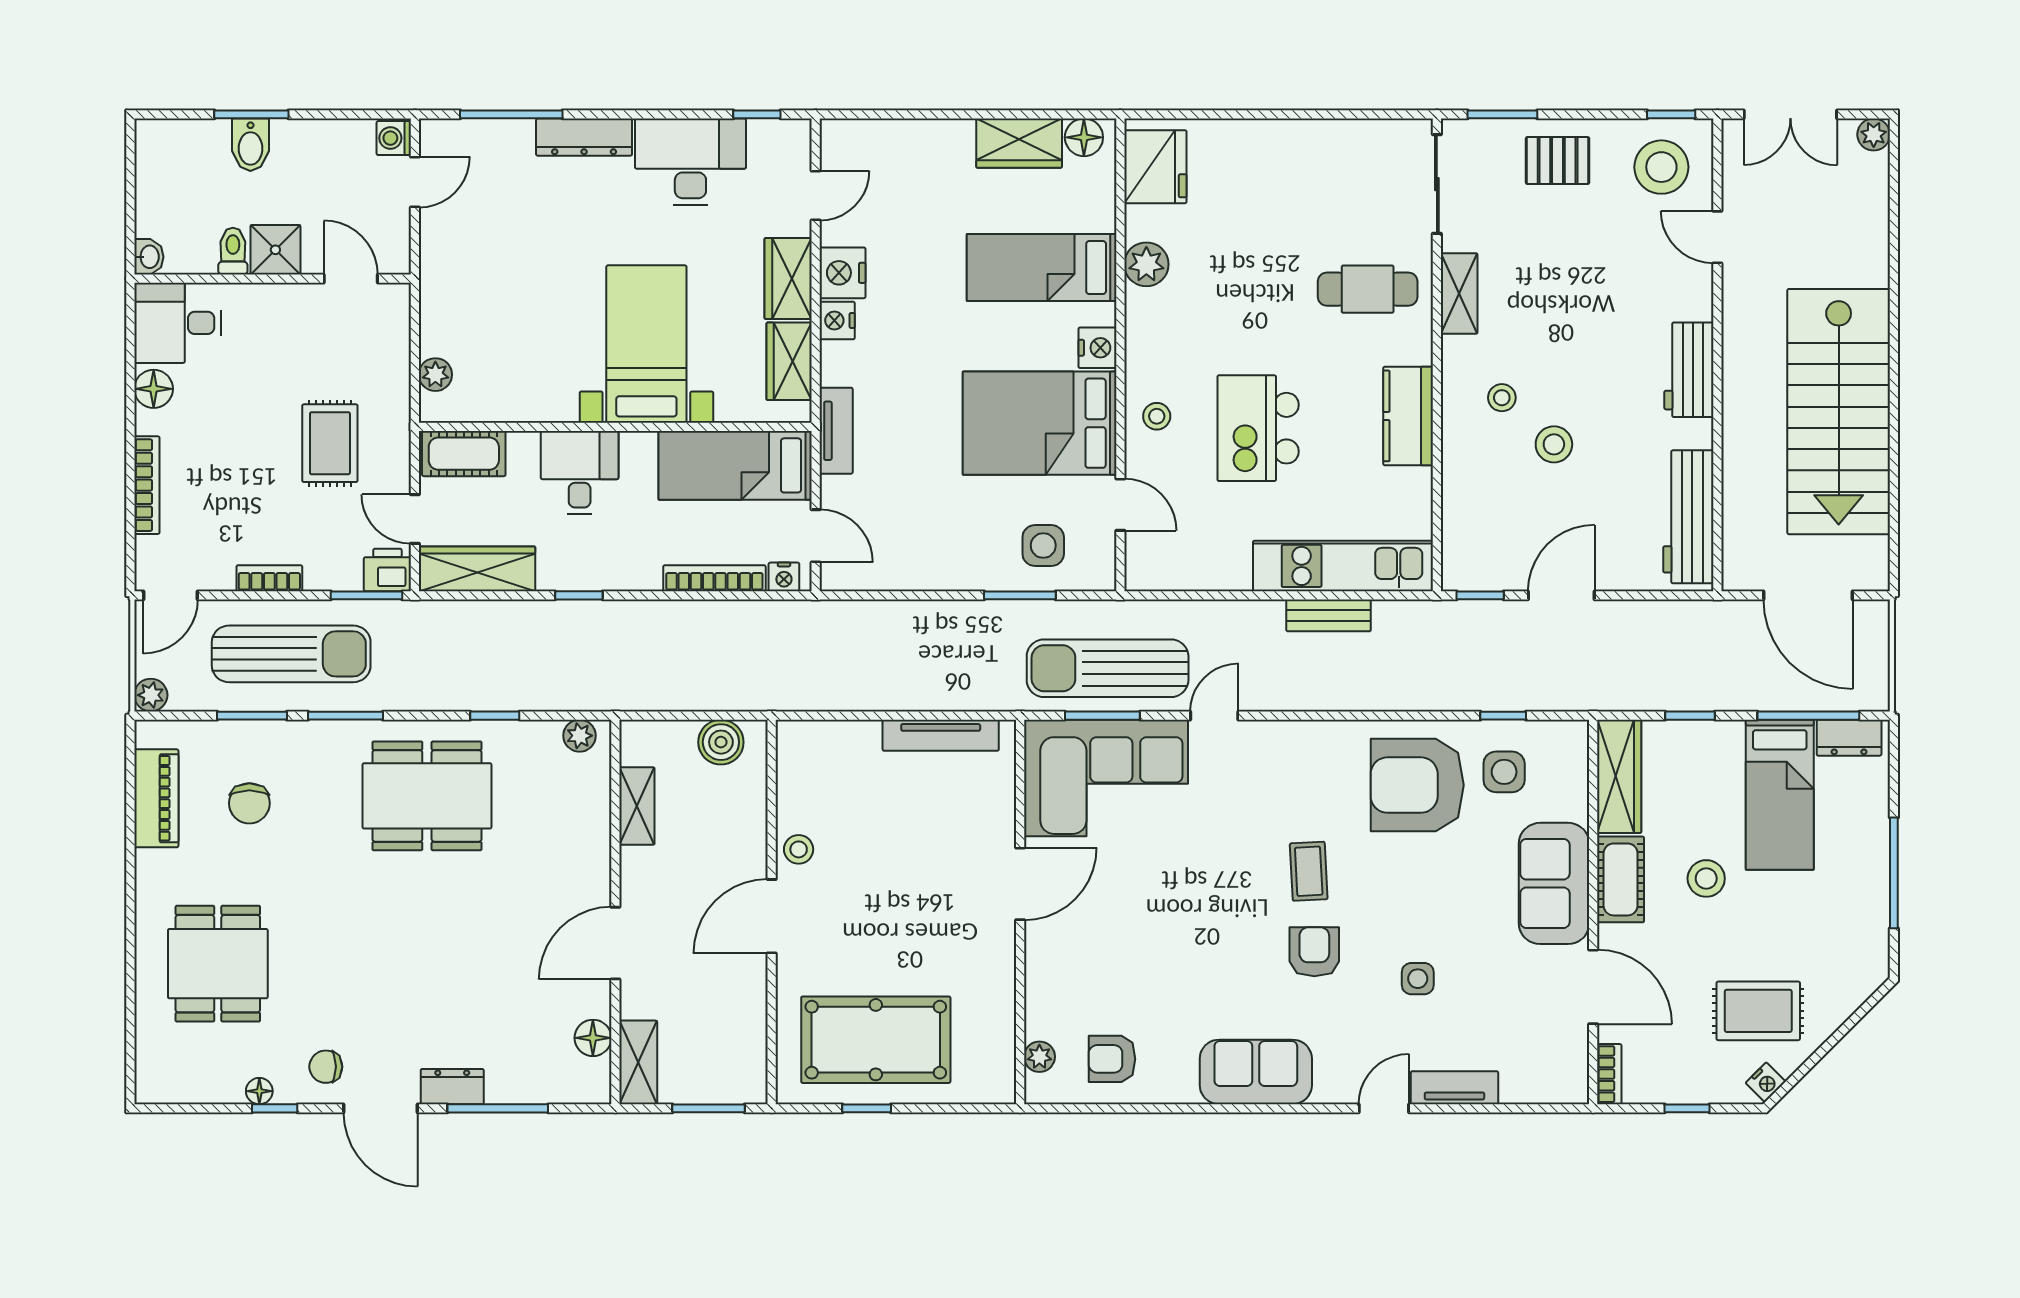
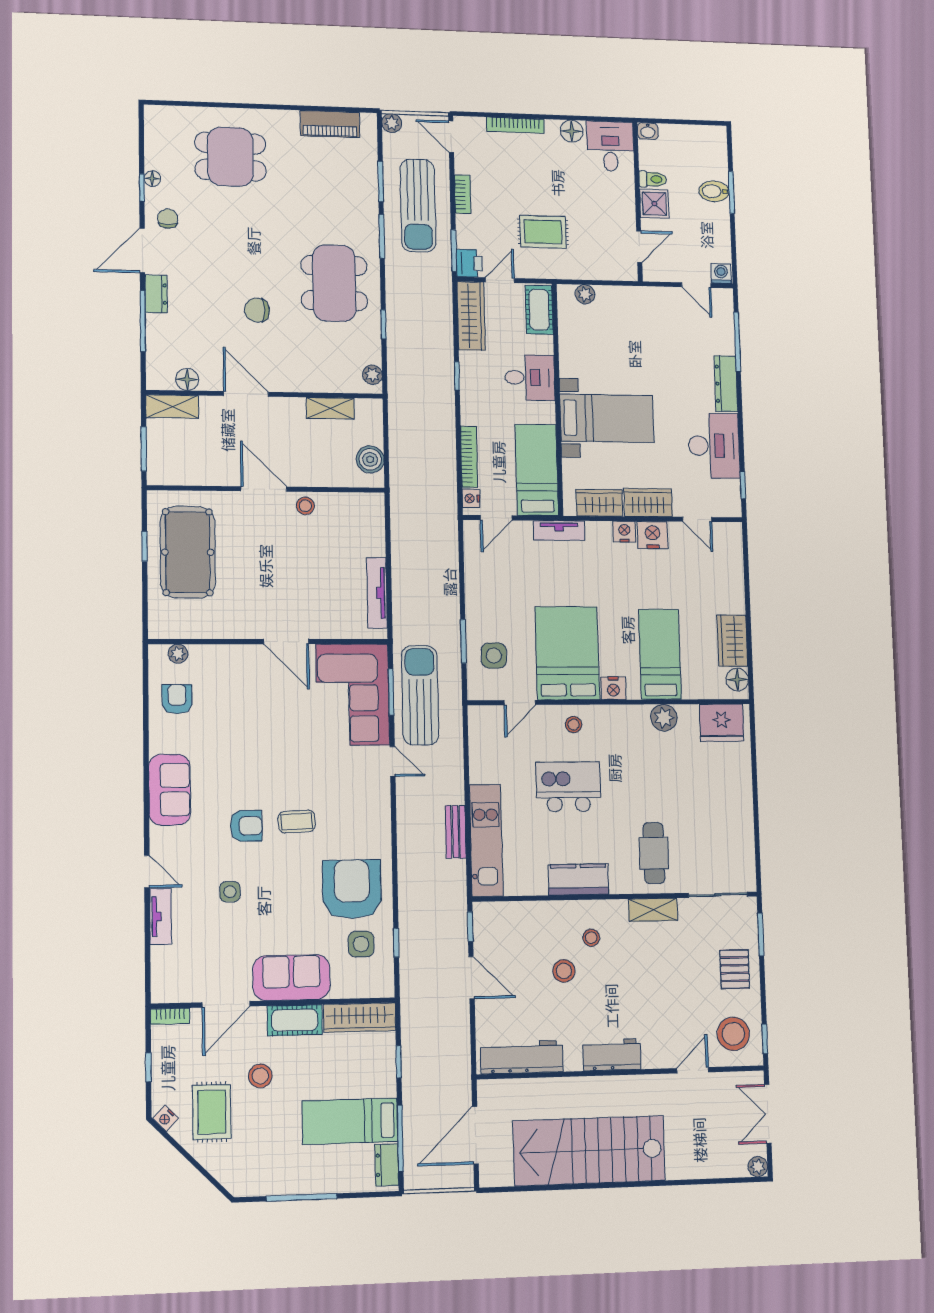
chair: (249, 803) -> (257, 310), moved
stool: (1706, 878) -> (260, 1076), moved

